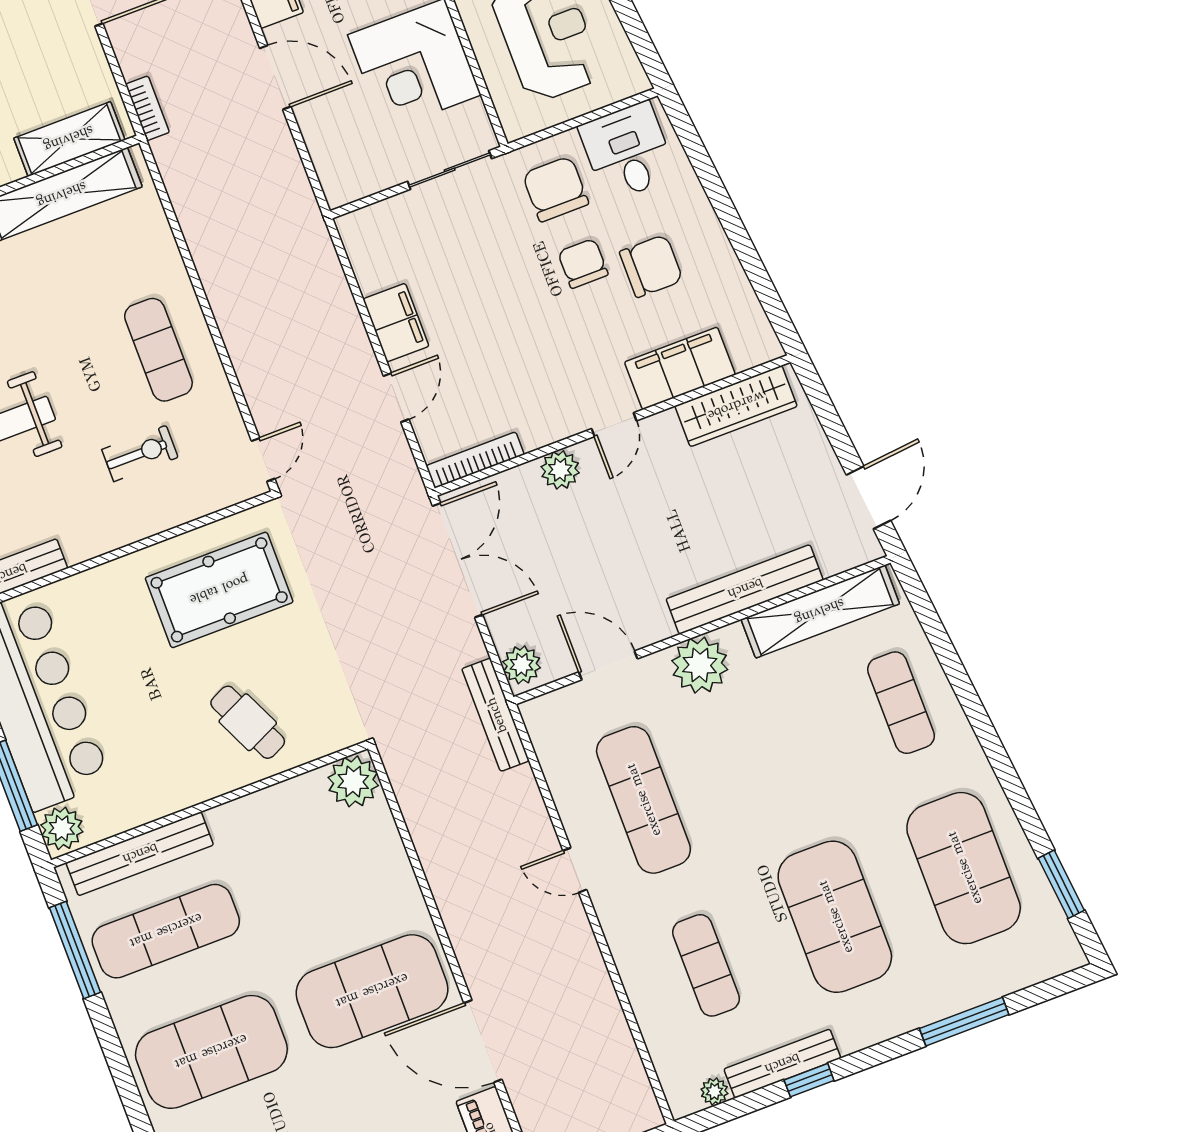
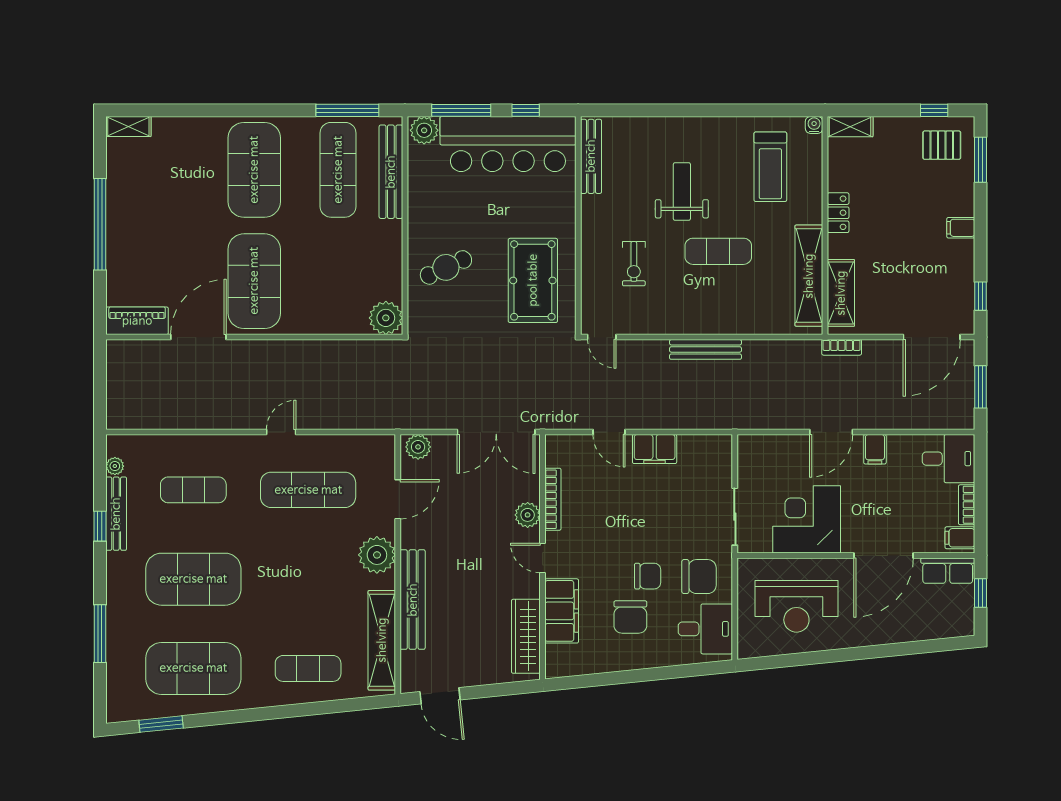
exercise mat: (158, 350) -> (718, 251), moved
bookcase: (475, 460) -> (553, 499), moved
bench: (496, 715) -> (705, 349), moved

